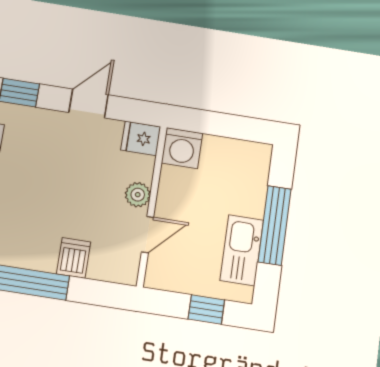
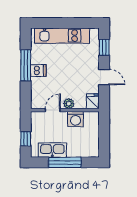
washing machine: (182, 148) -> (75, 119), moved, turned -90
door: (148, 235) -> (53, 110), swing flipped
dishwasher: (74, 258) -> (38, 71), moved

